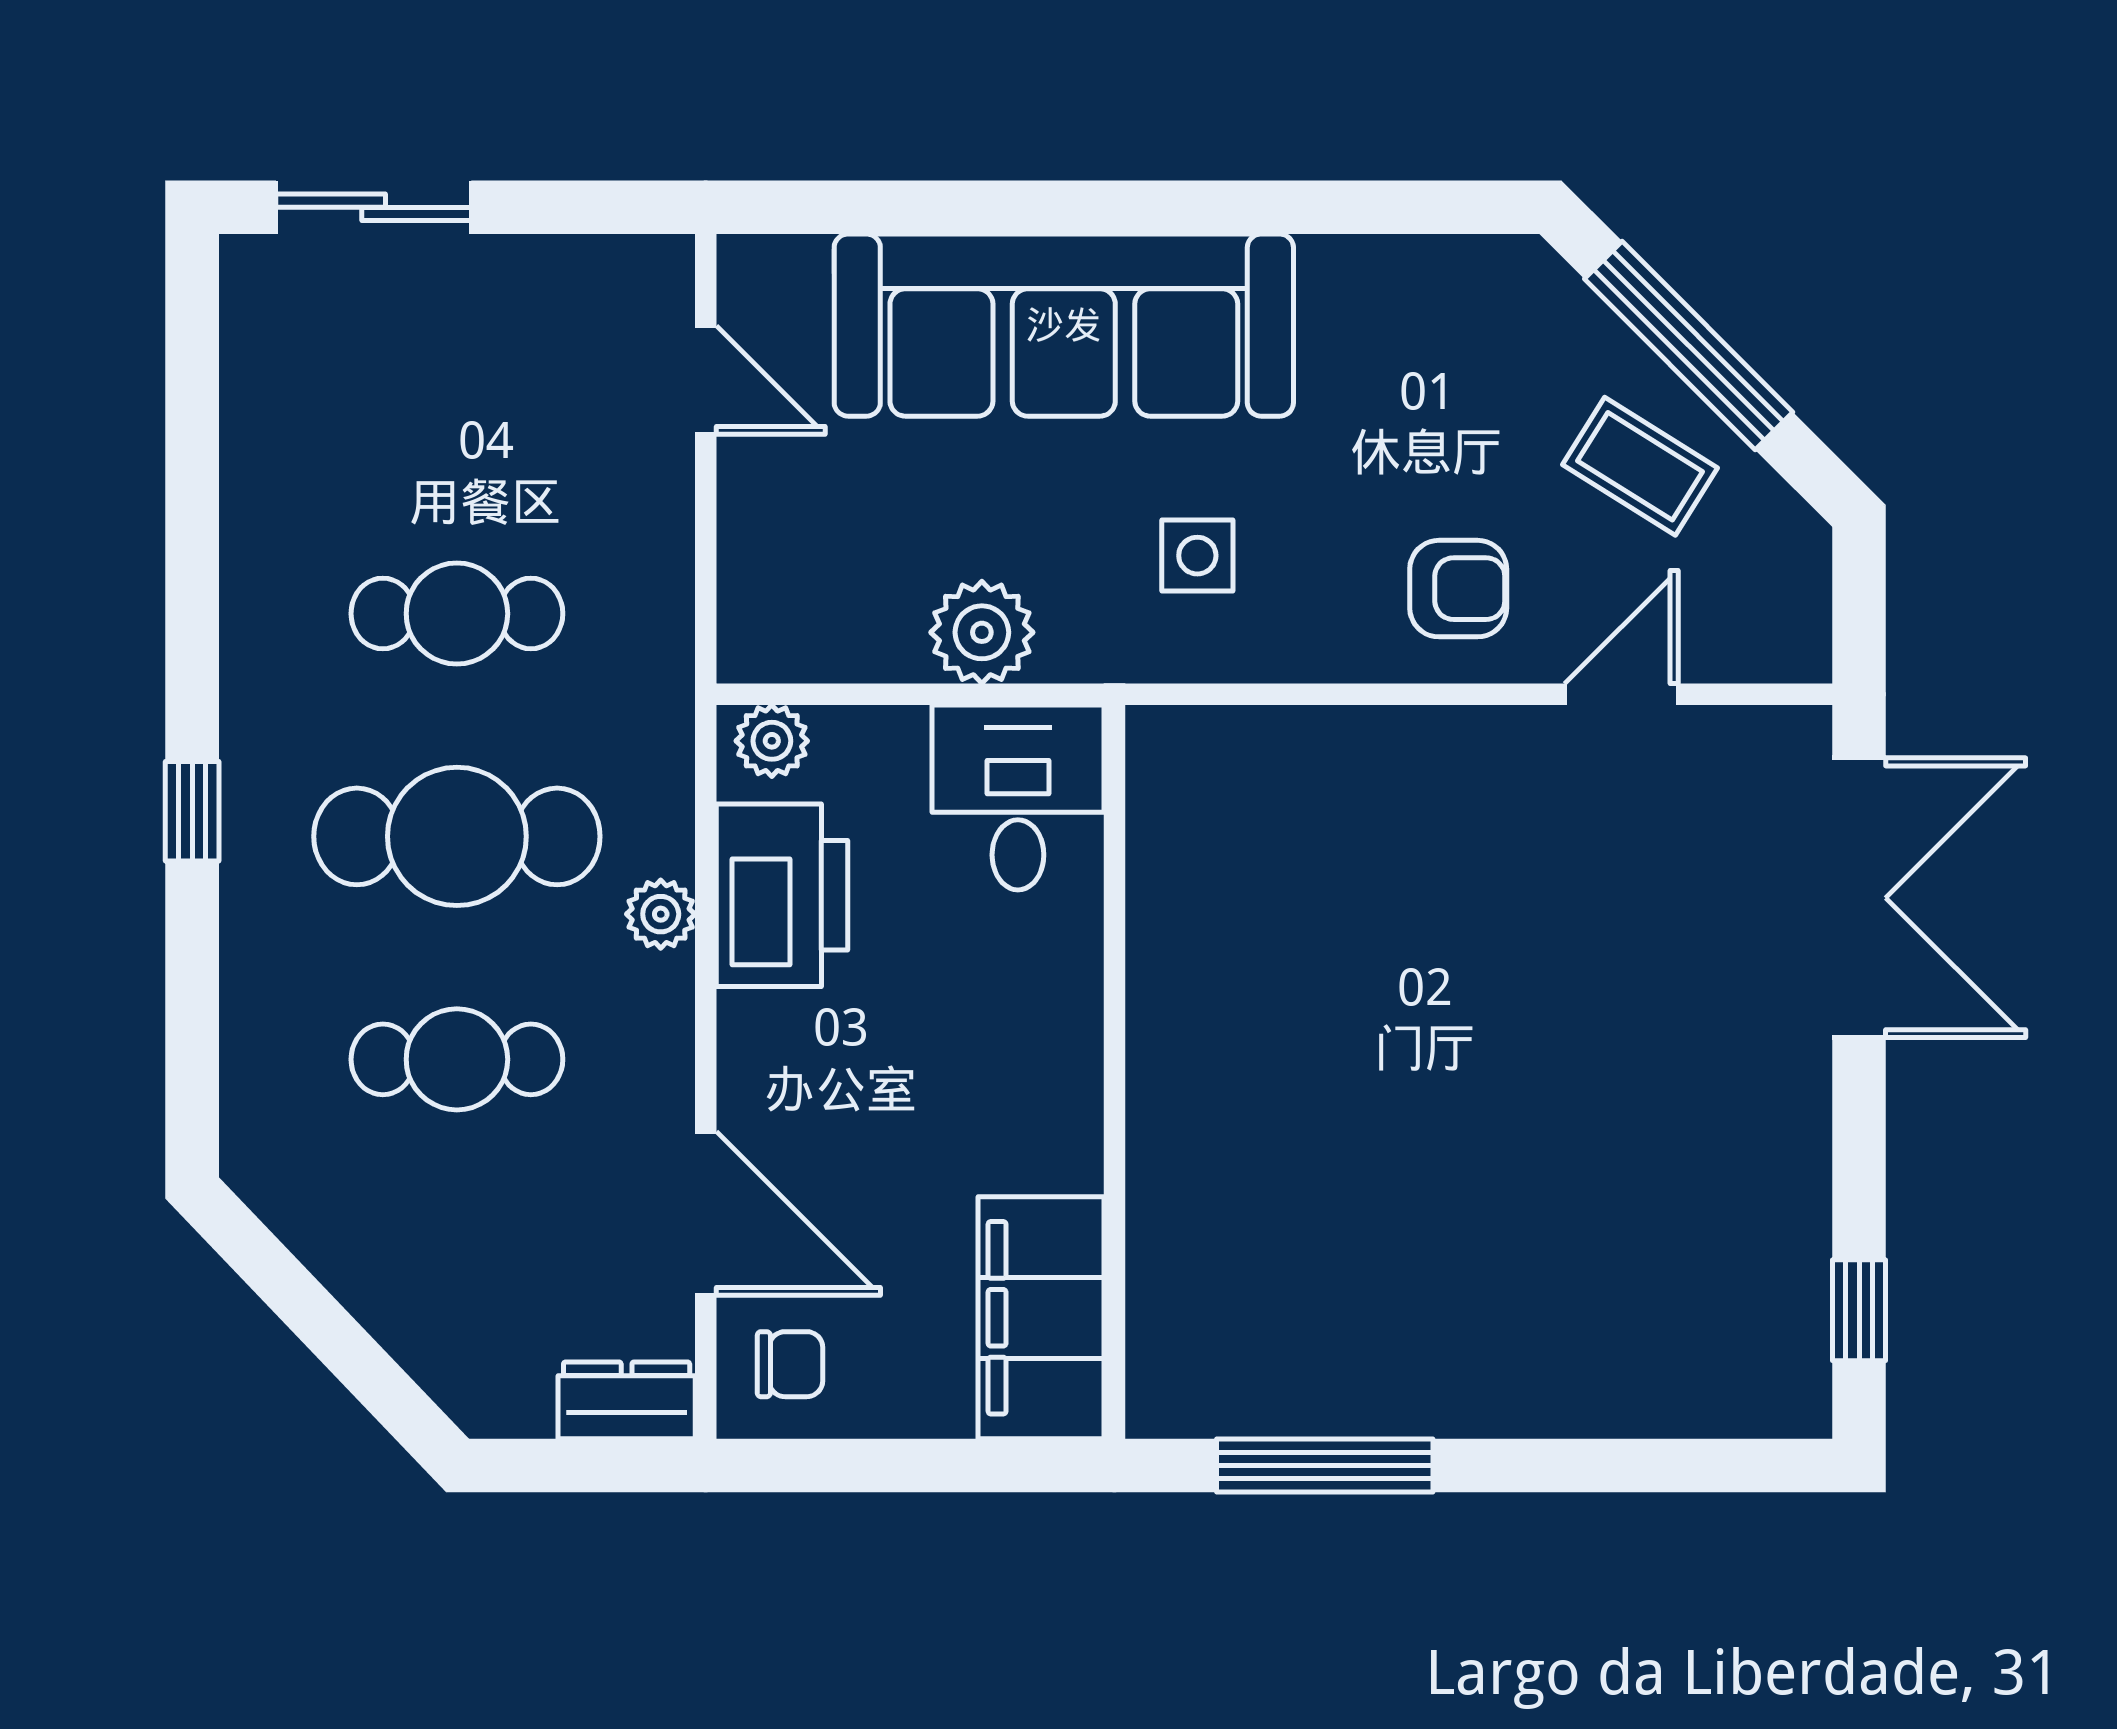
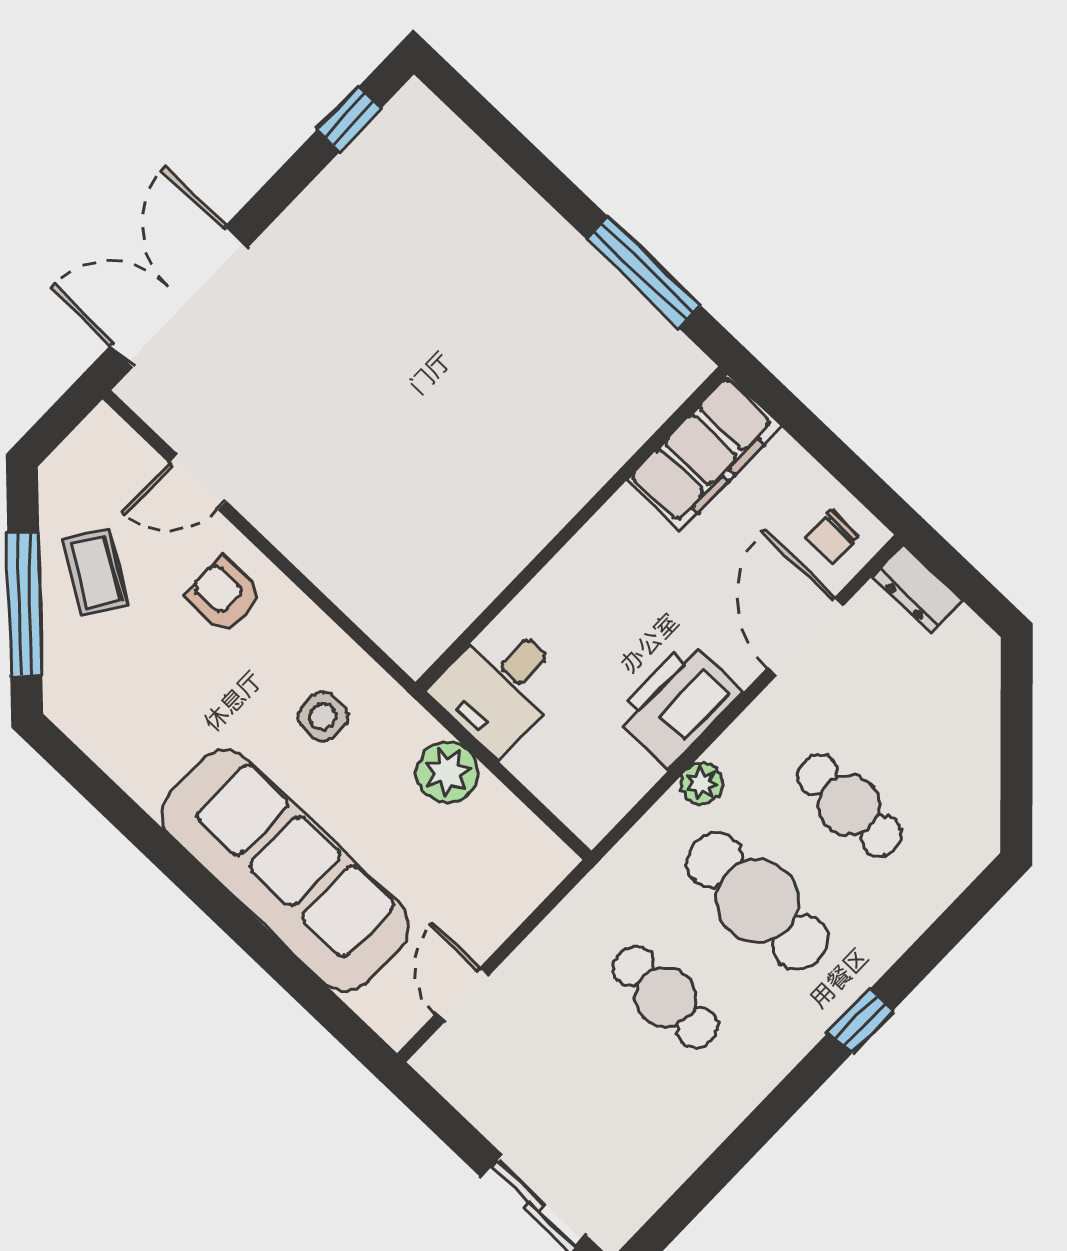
plant: (772, 741) -> (582, 812), removed
printer: (782, 895) -> (678, 704), moved
chair: (790, 1364) -> (832, 537), turned -90

